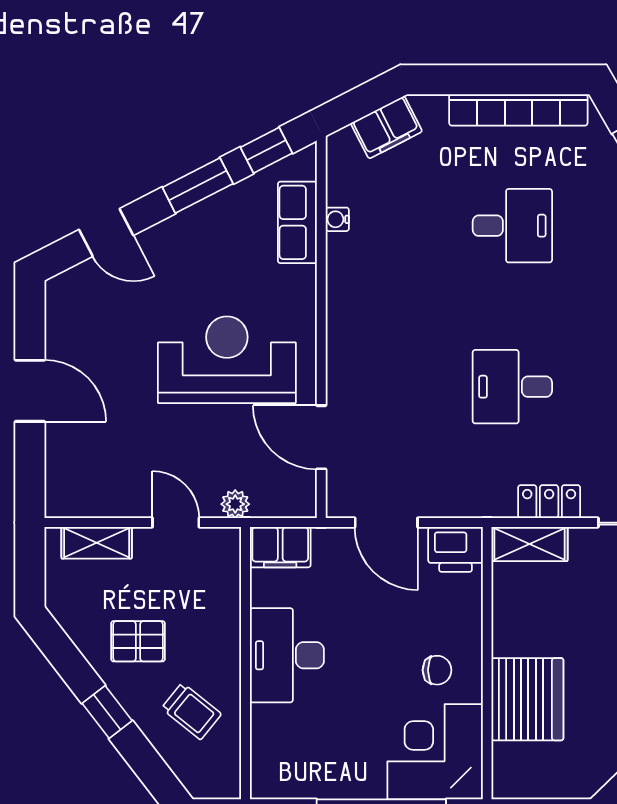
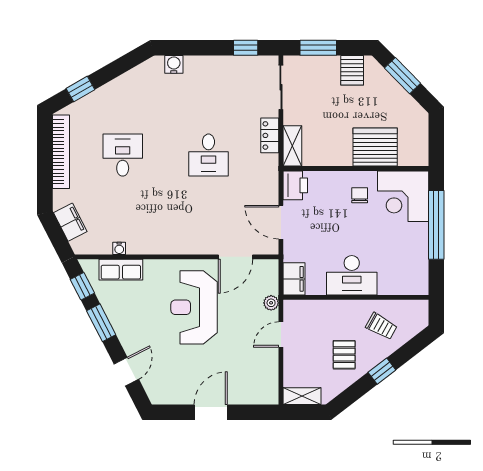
door: (386, 523) -> (281, 222), swing flipped
shelving: (97, 543) -> (302, 396), moved, turned 90
trolley: (191, 711) -> (382, 326), turned 80

